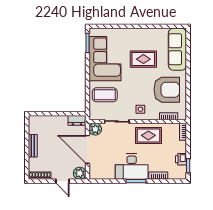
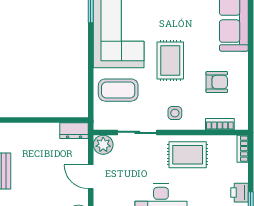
rug: (143, 59) -> (170, 60), moved, turned 90
armchair: (167, 90) -> (217, 82), width x0.53, depth x0.53
door: (88, 149) -> (91, 177), width x0.53

